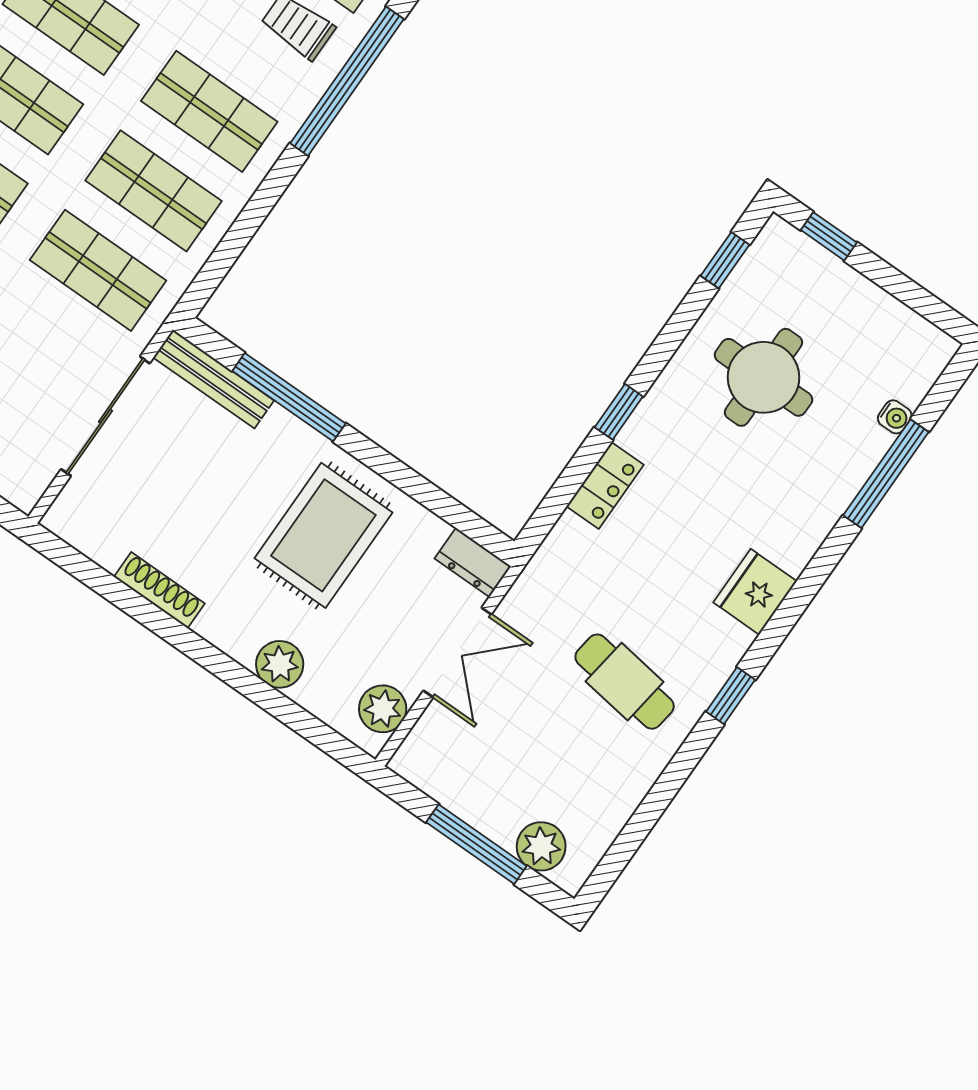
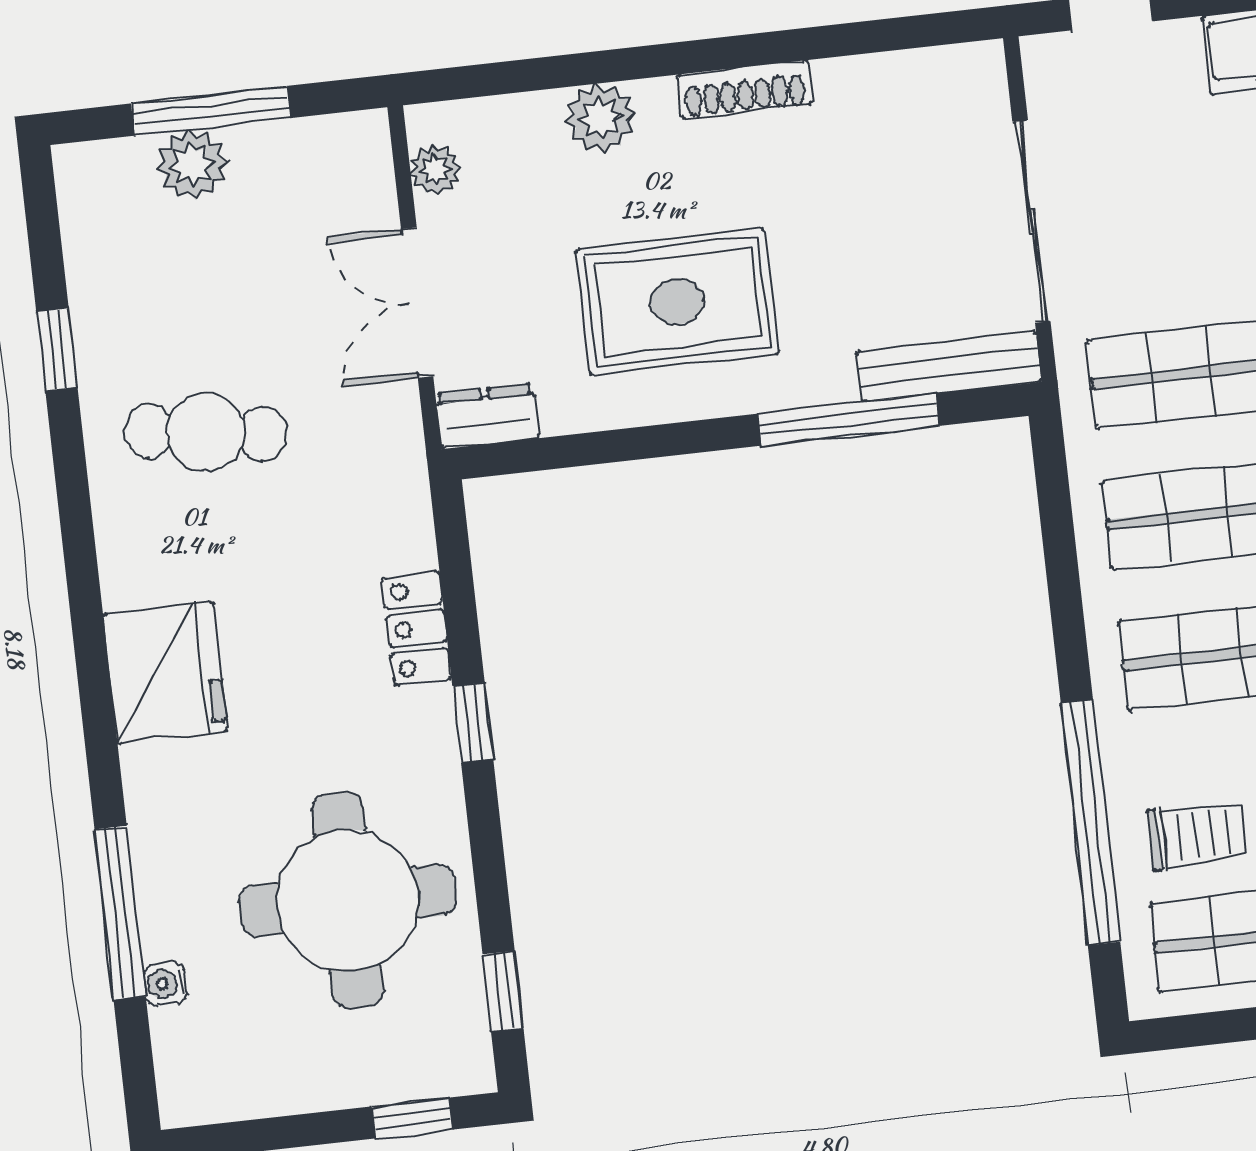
round table: (763, 377) -> (347, 900), width x1.36, depth x1.36
rug: (323, 535) -> (677, 302), turned 90
shoe rack: (159, 590) -> (745, 90), moved
fridge: (755, 592) -> (165, 673), width x1.36, depth x1.34
window: (731, 696) -> (57, 349), moved
plant: (383, 709) -> (435, 170), width x0.73, depth x0.73
plant: (541, 846) -> (192, 165), moved

